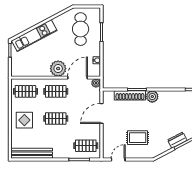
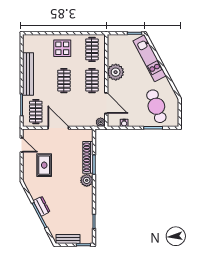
cafe table: (81, 29) -> (156, 106), turned 71
plant: (58, 69) -> (116, 72), moved
door: (101, 113) -> (58, 128), moved
bench: (32, 153) -> (28, 74), moved

